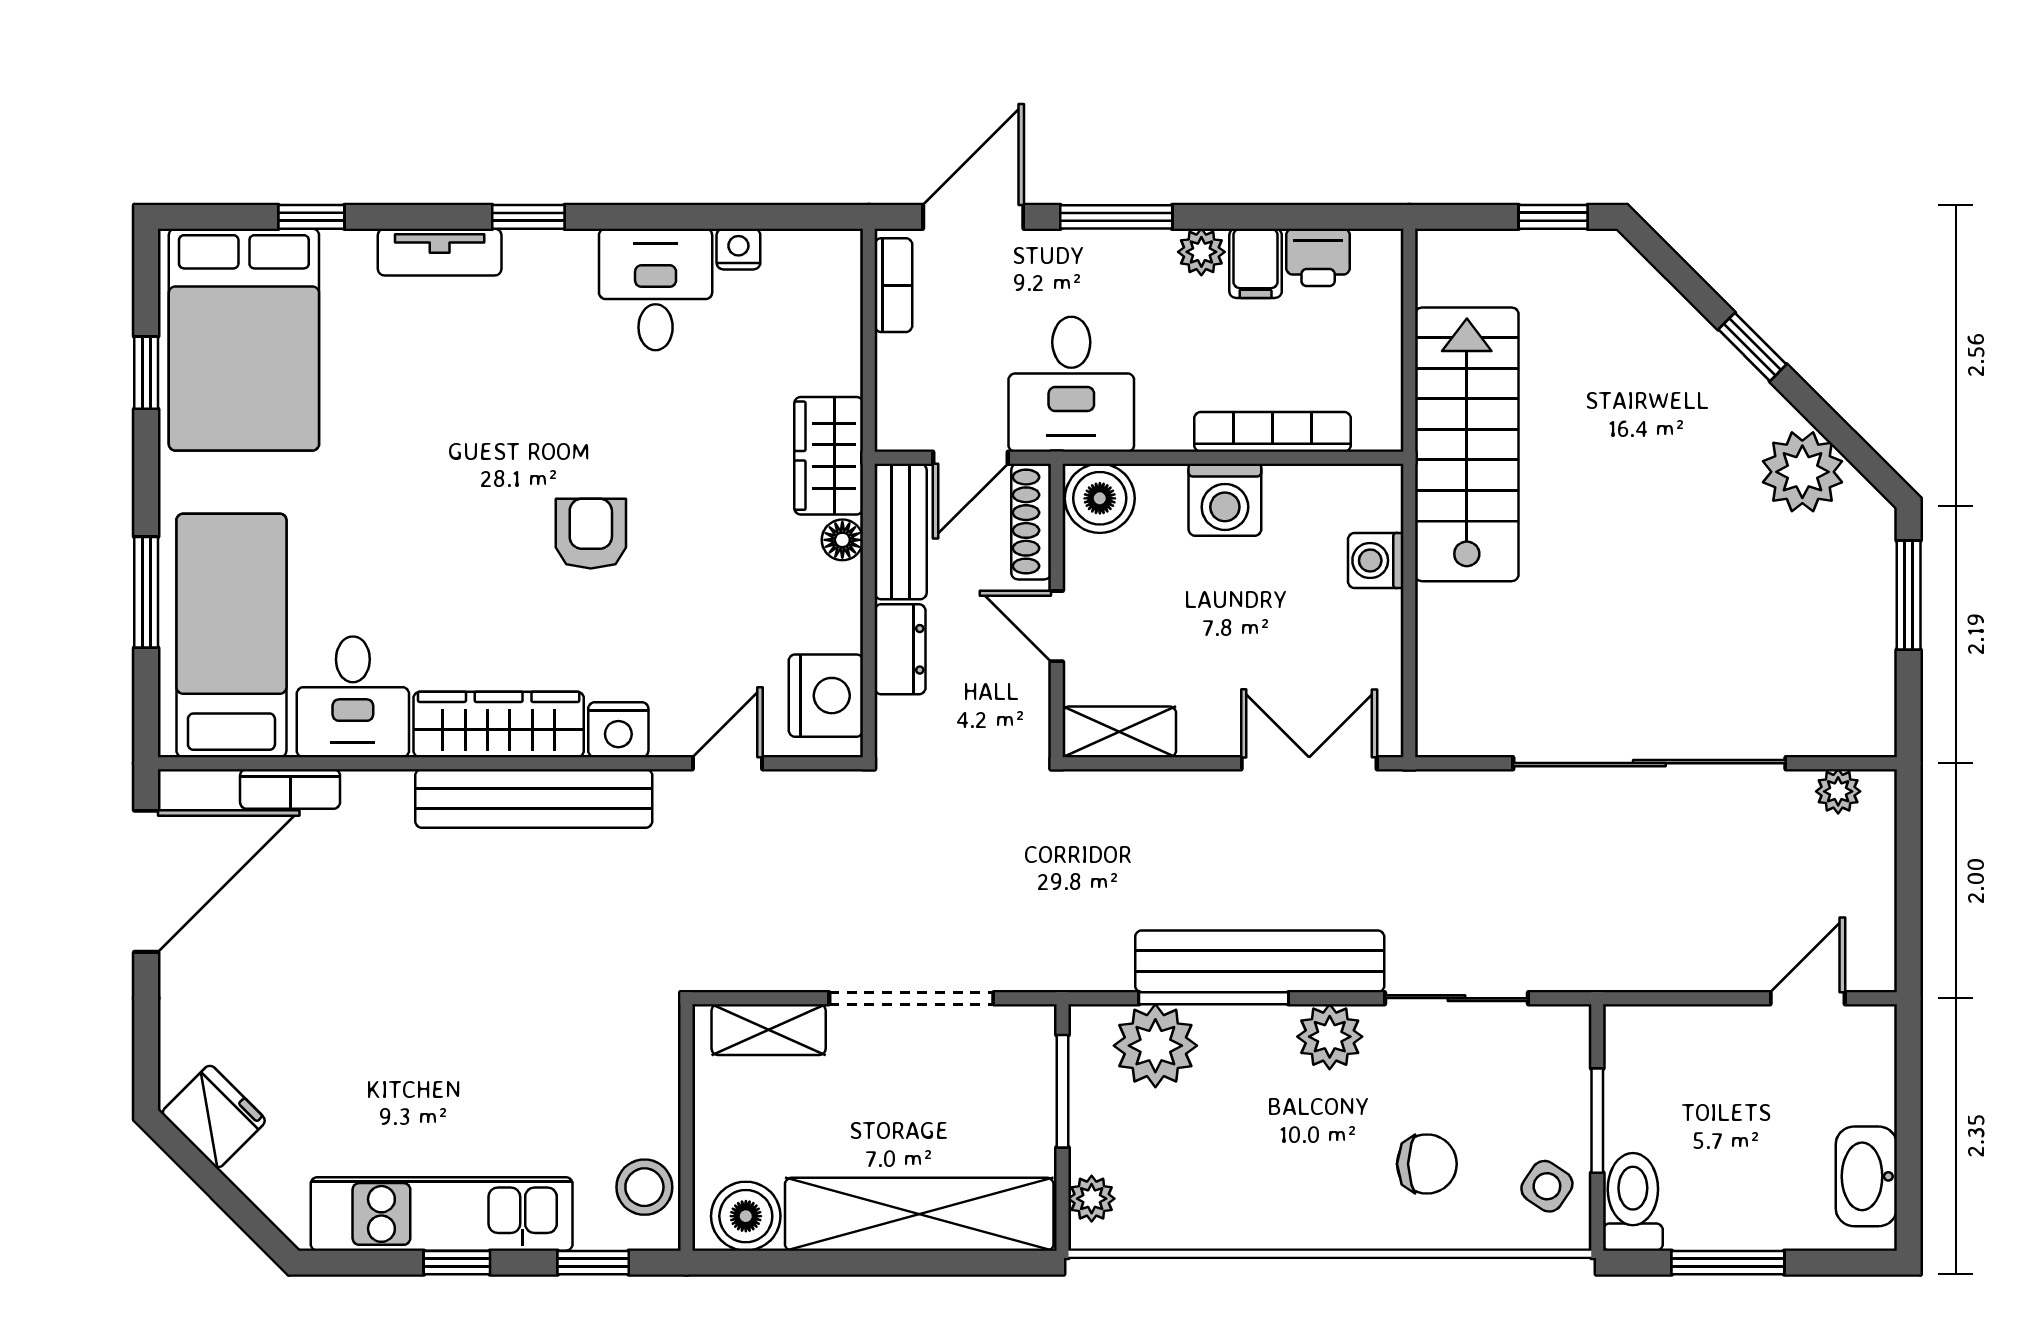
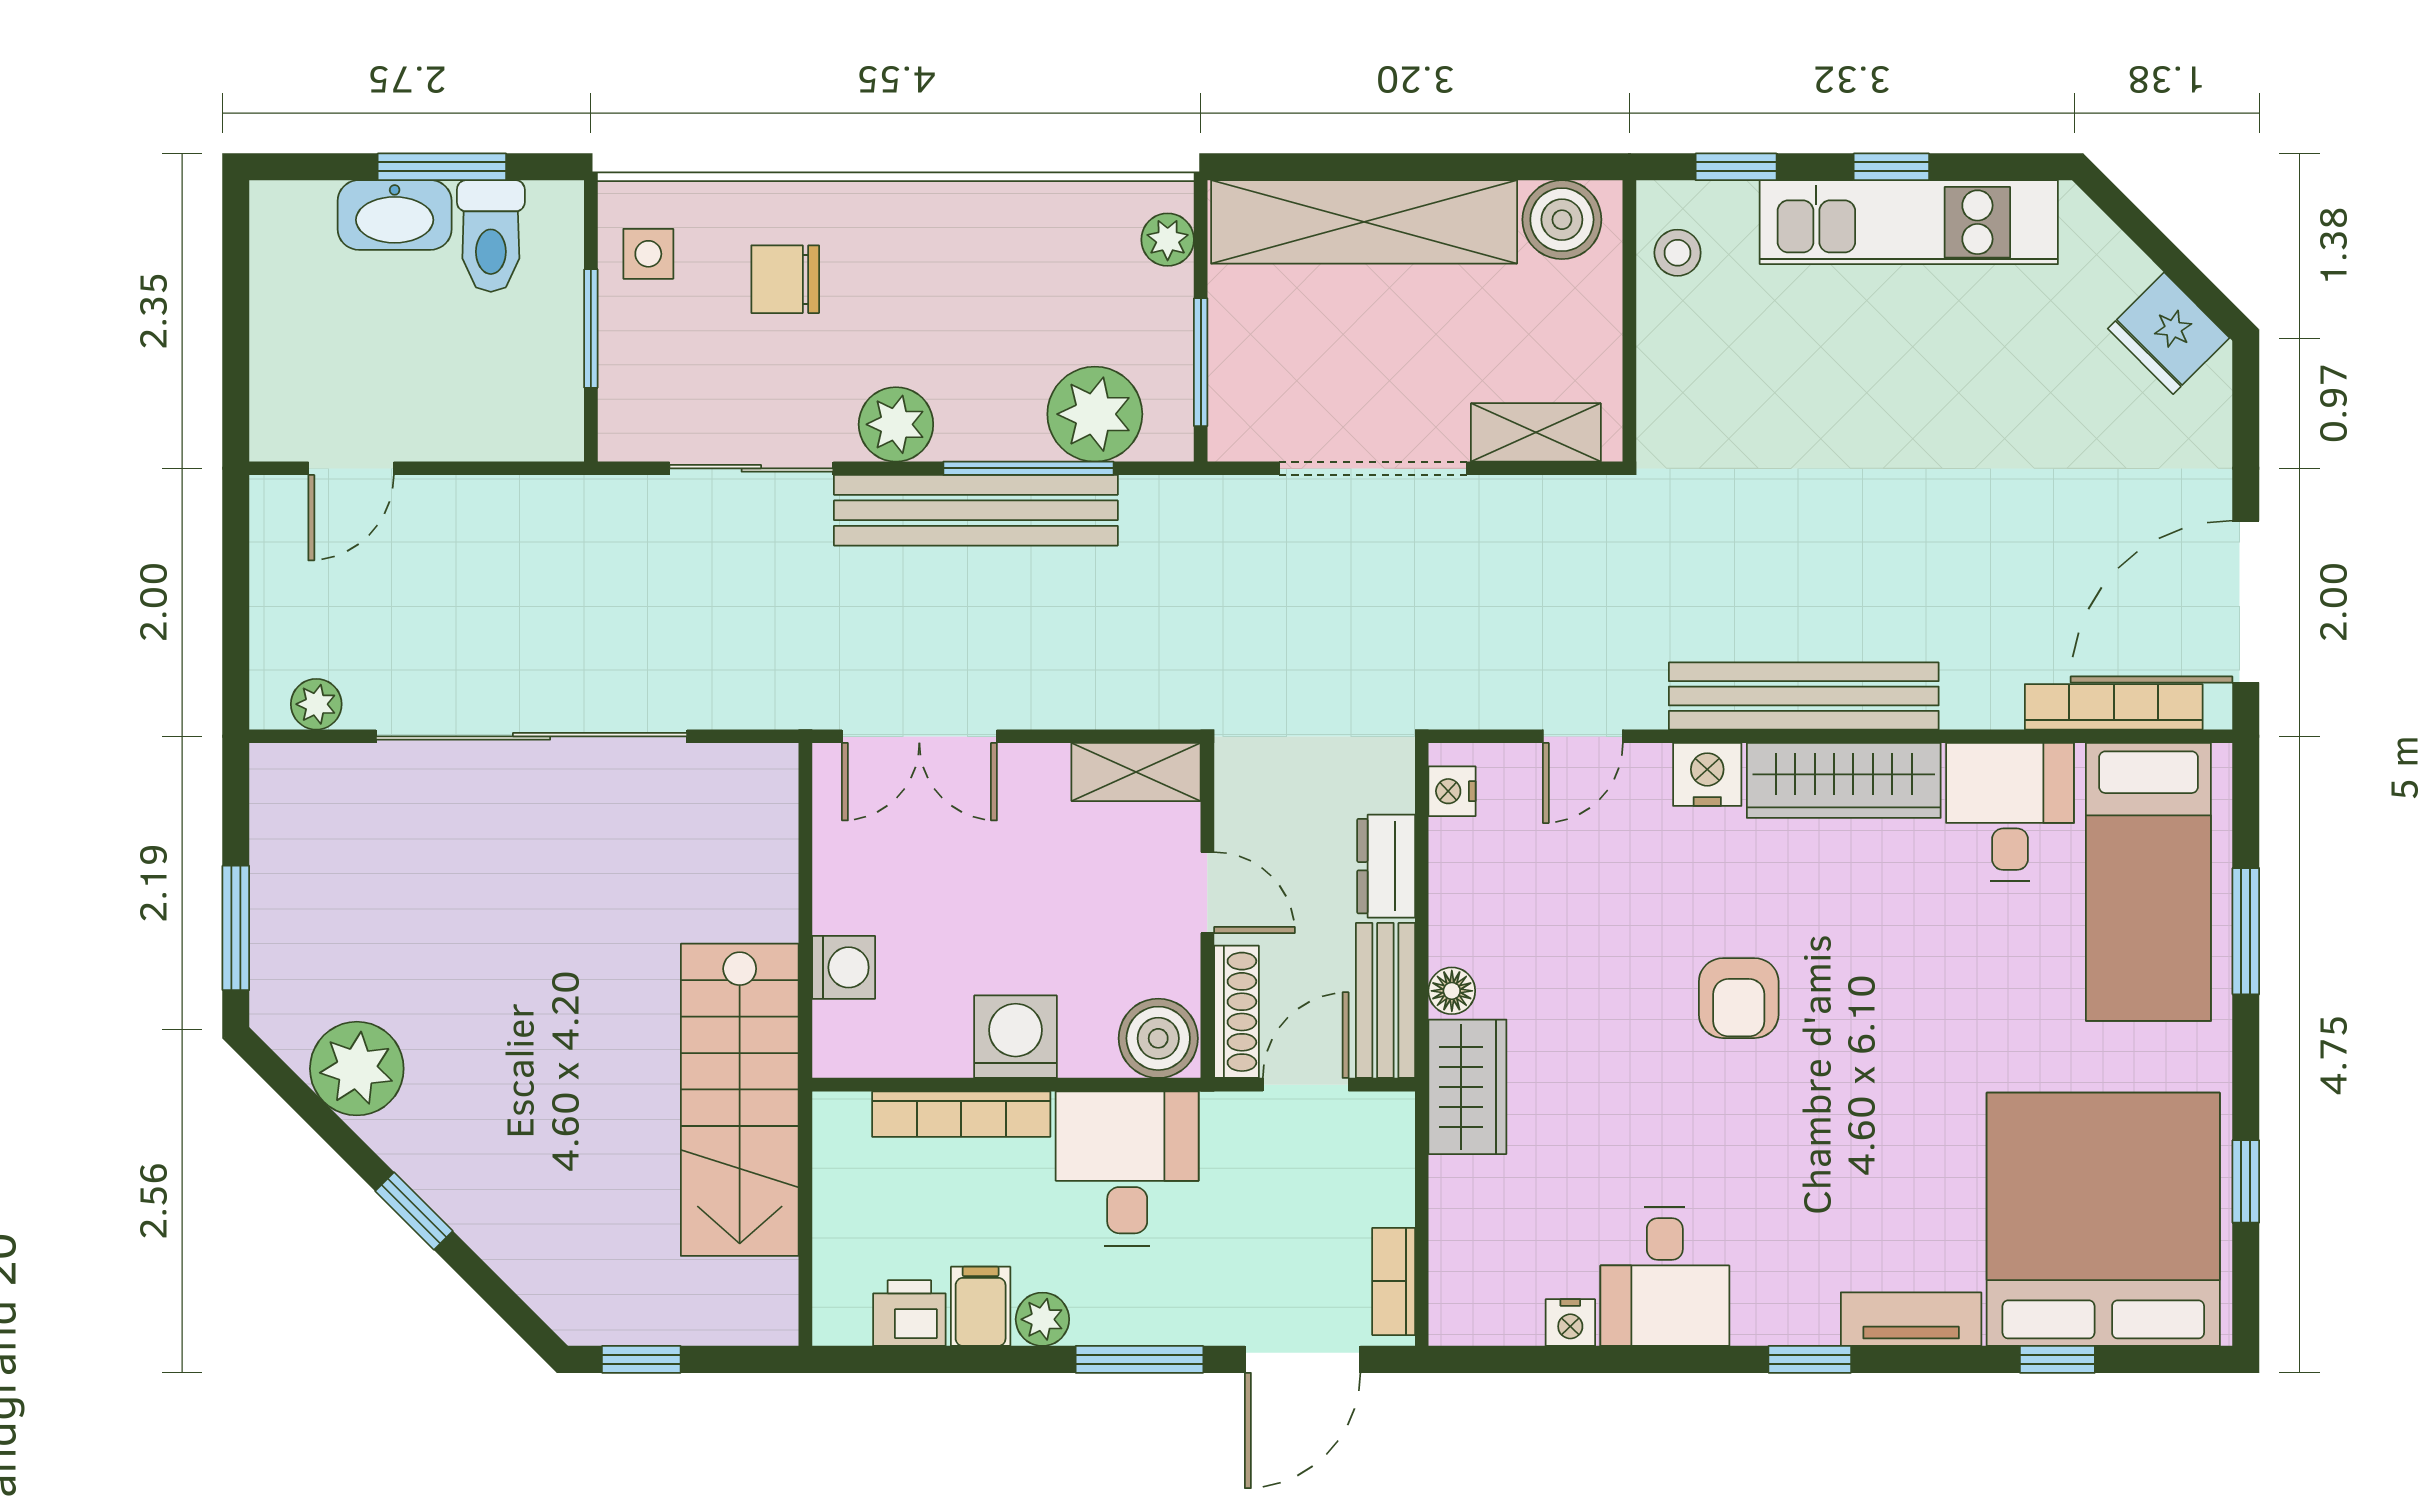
bed: (244, 340) -> (2103, 1219), width x1.36
desk: (1071, 384) -> (1127, 1168), moved
nightstand: (826, 696) -> (1452, 791), width x0.53, depth x0.56
bookcase: (290, 789) -> (2114, 707), width x1.56
washbasin: (1866, 1176) -> (395, 215), moved, turned 90
side table: (1547, 1186) -> (648, 254), turned -34
stool: (644, 1187) -> (1678, 253), width x0.73, depth x0.73
toilet: (1633, 1202) -> (491, 236), moved

